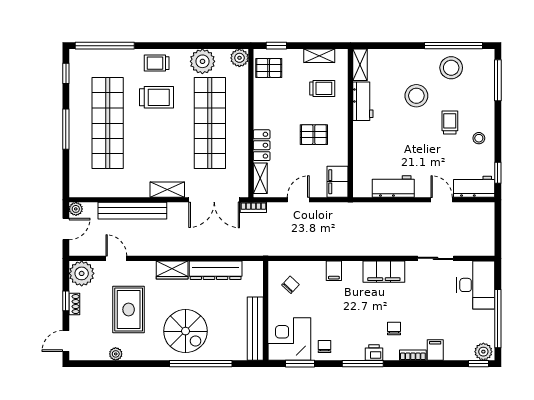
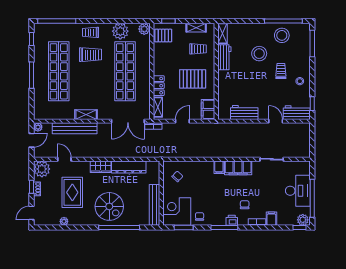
pallet: (314, 135) -> (193, 79), width x1.50, depth x1.42
shelving: (167, 190) -> (86, 115), moved
filing cabinet: (334, 271) -> (219, 167), moved
desk: (476, 285) -> (298, 191), moved

